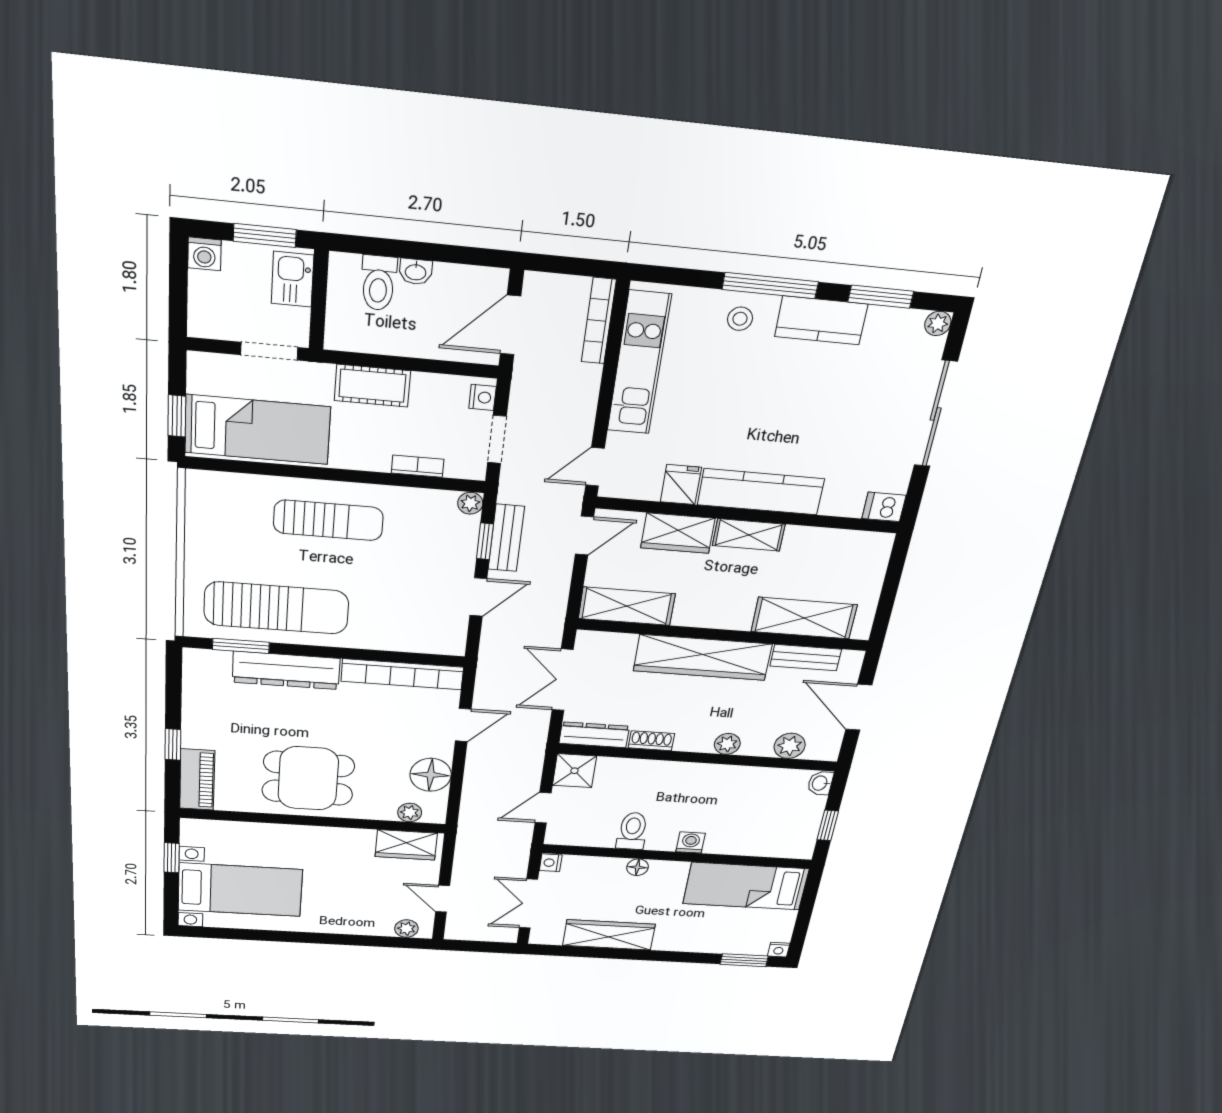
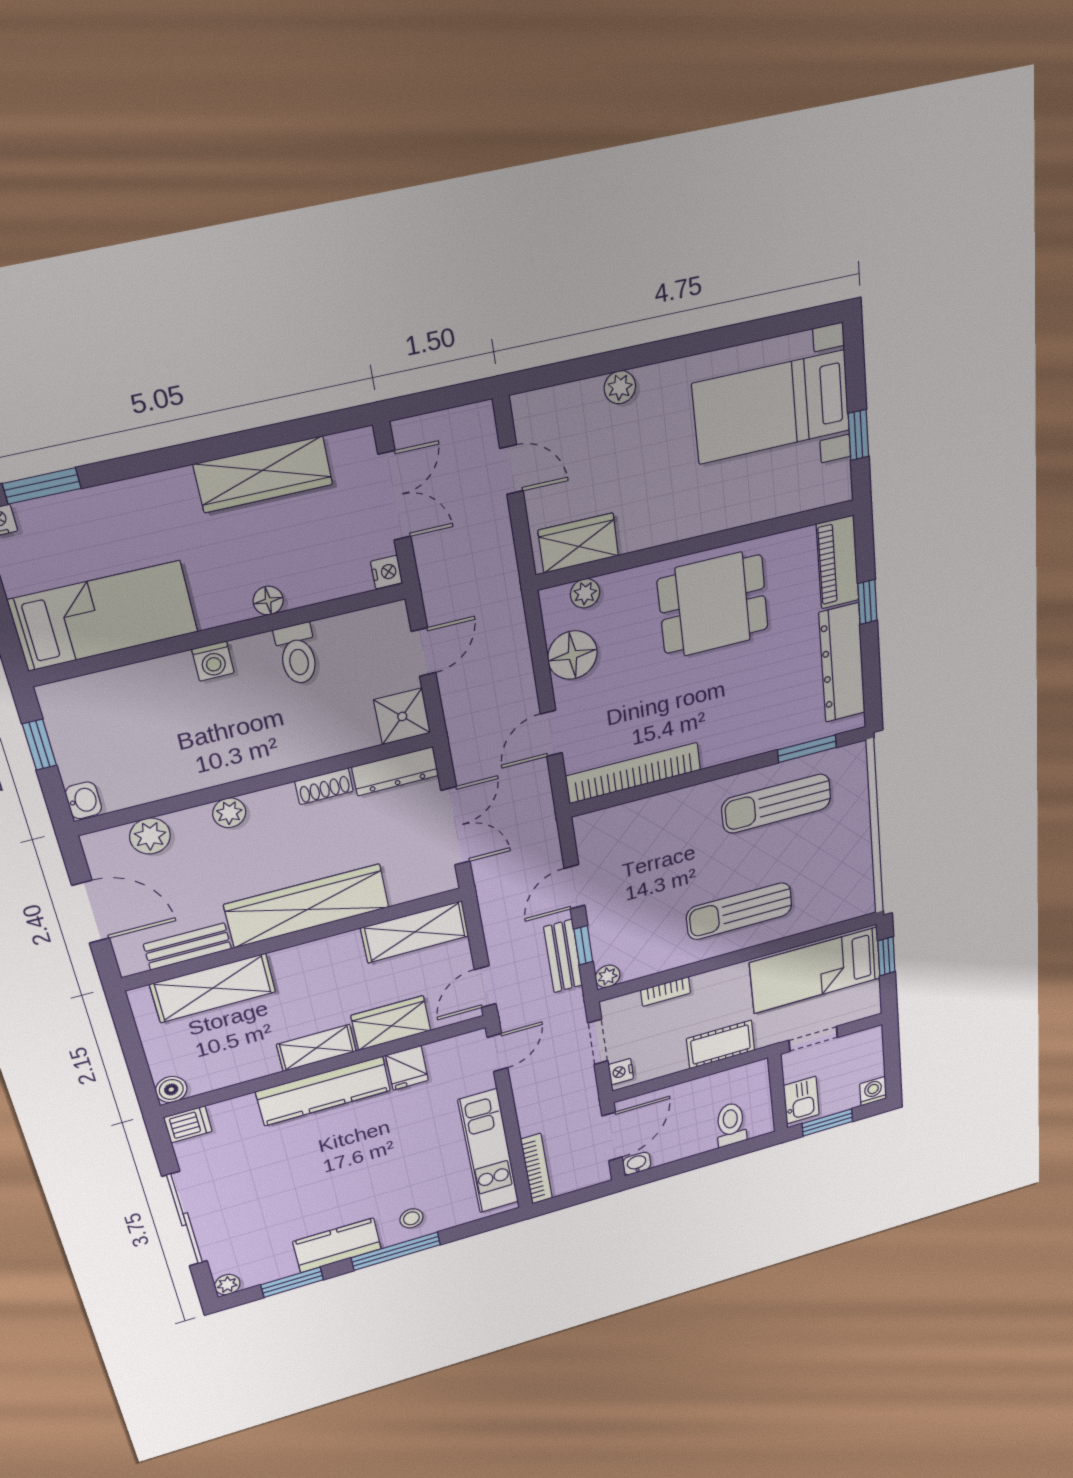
washbasin: (416, 272) -> (637, 1164), moved
boiler: (880, 544) -> (171, 1089), added
sun lounger: (276, 608) -> (776, 804), width x0.73, depth x0.75
dresser: (286, 670) -> (842, 663), moved, turned -90
plant: (406, 929) -> (620, 387), moved

